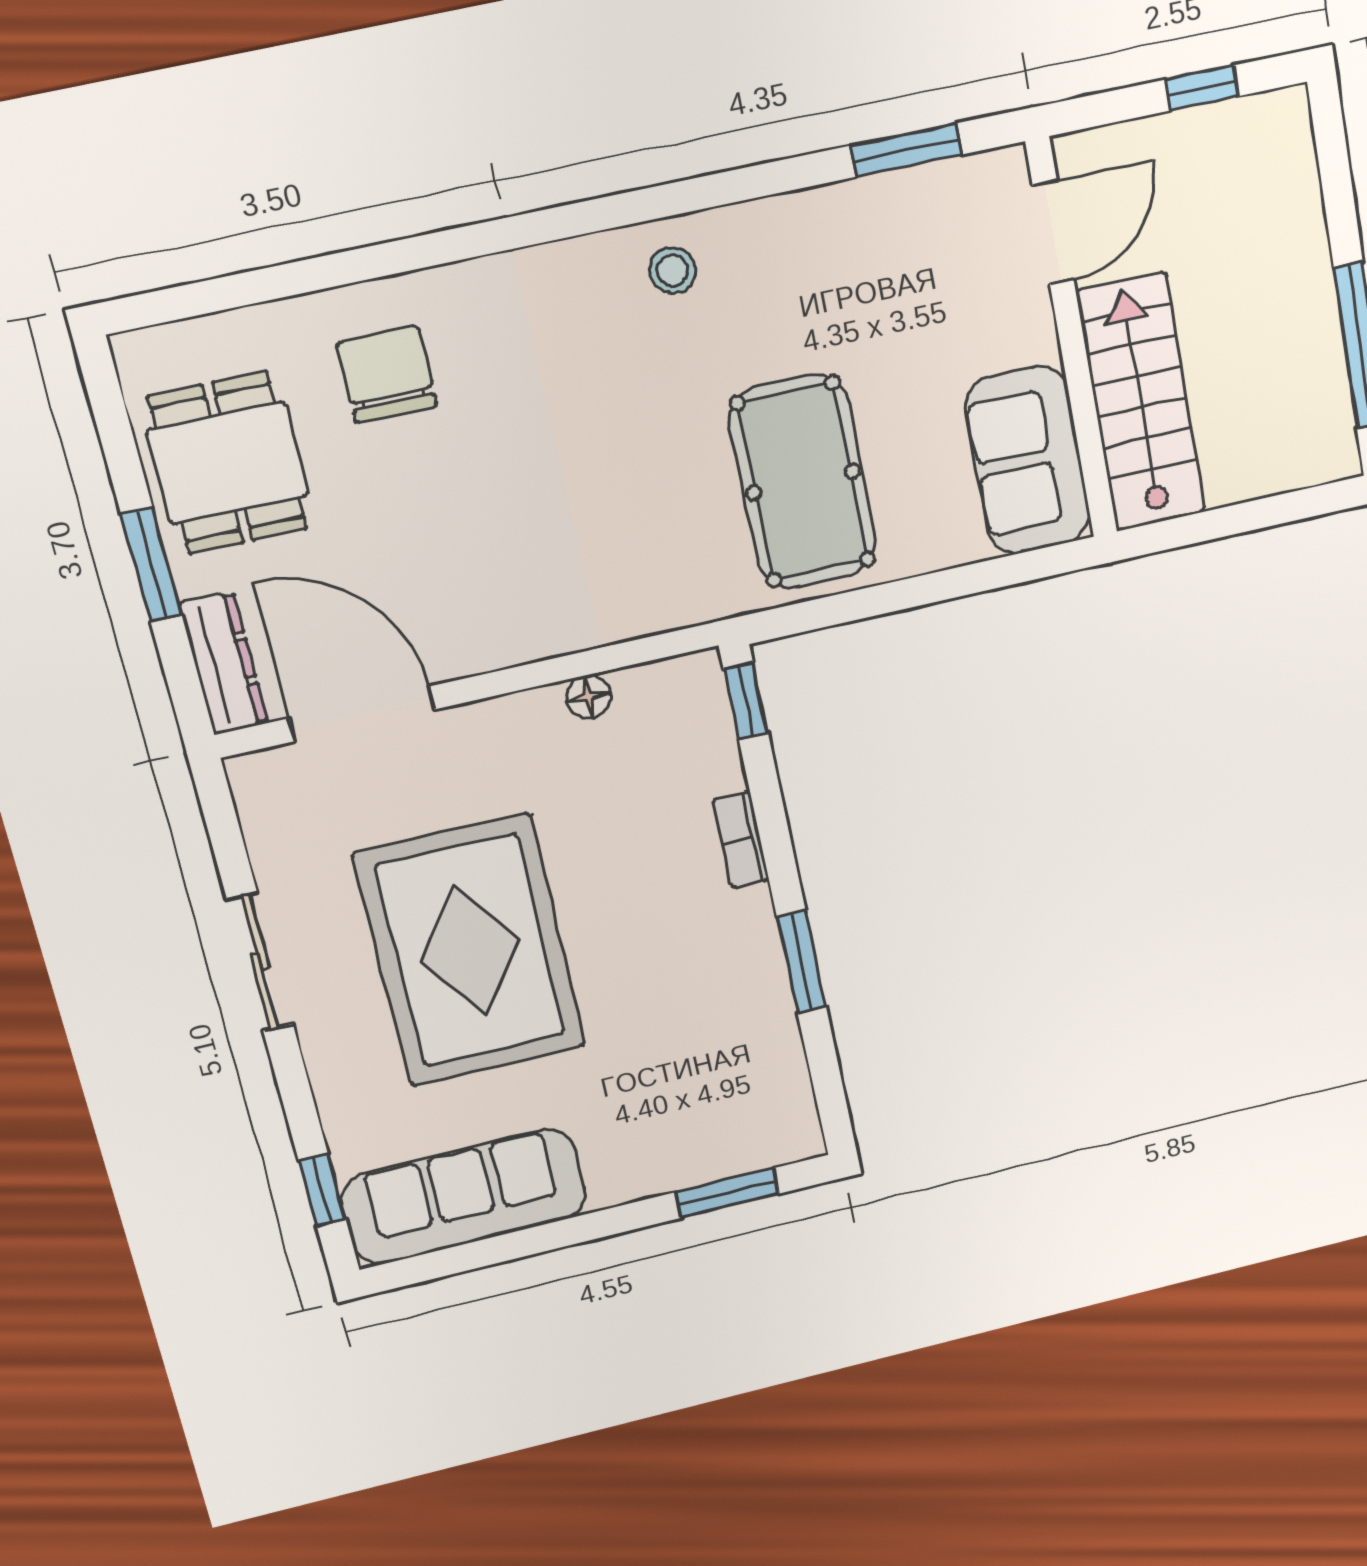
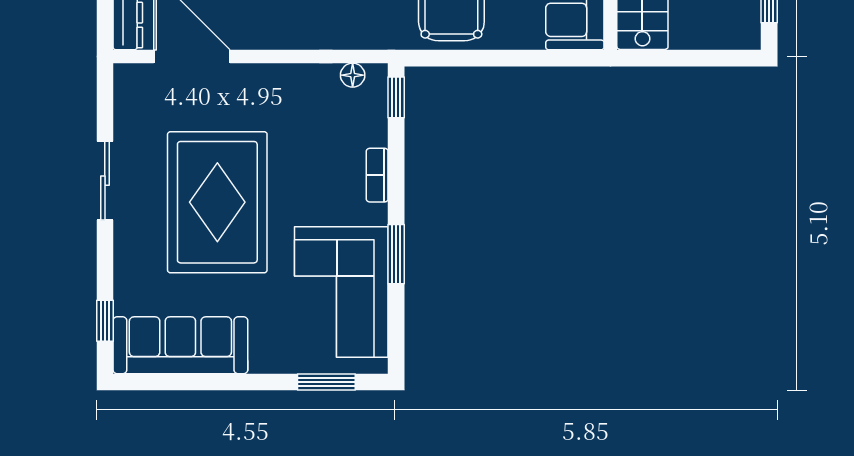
floor lamp: (588, 697) -> (353, 75), moved
corner sofa: (721, 1045) -> (341, 292), added

